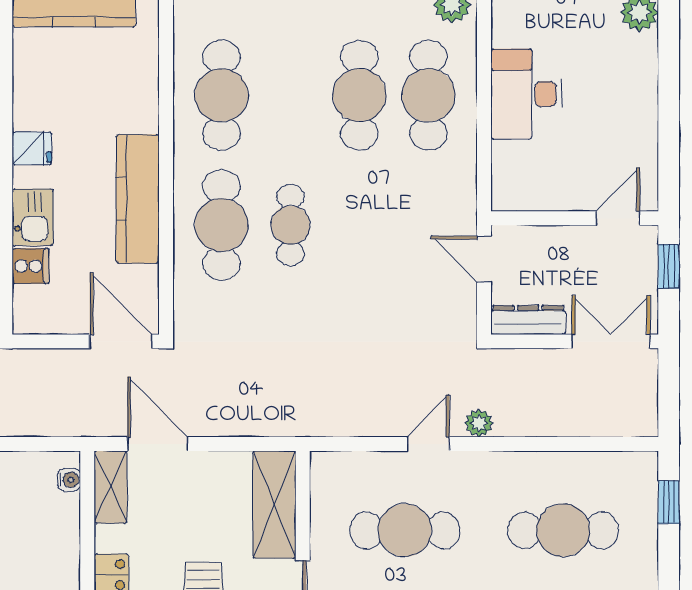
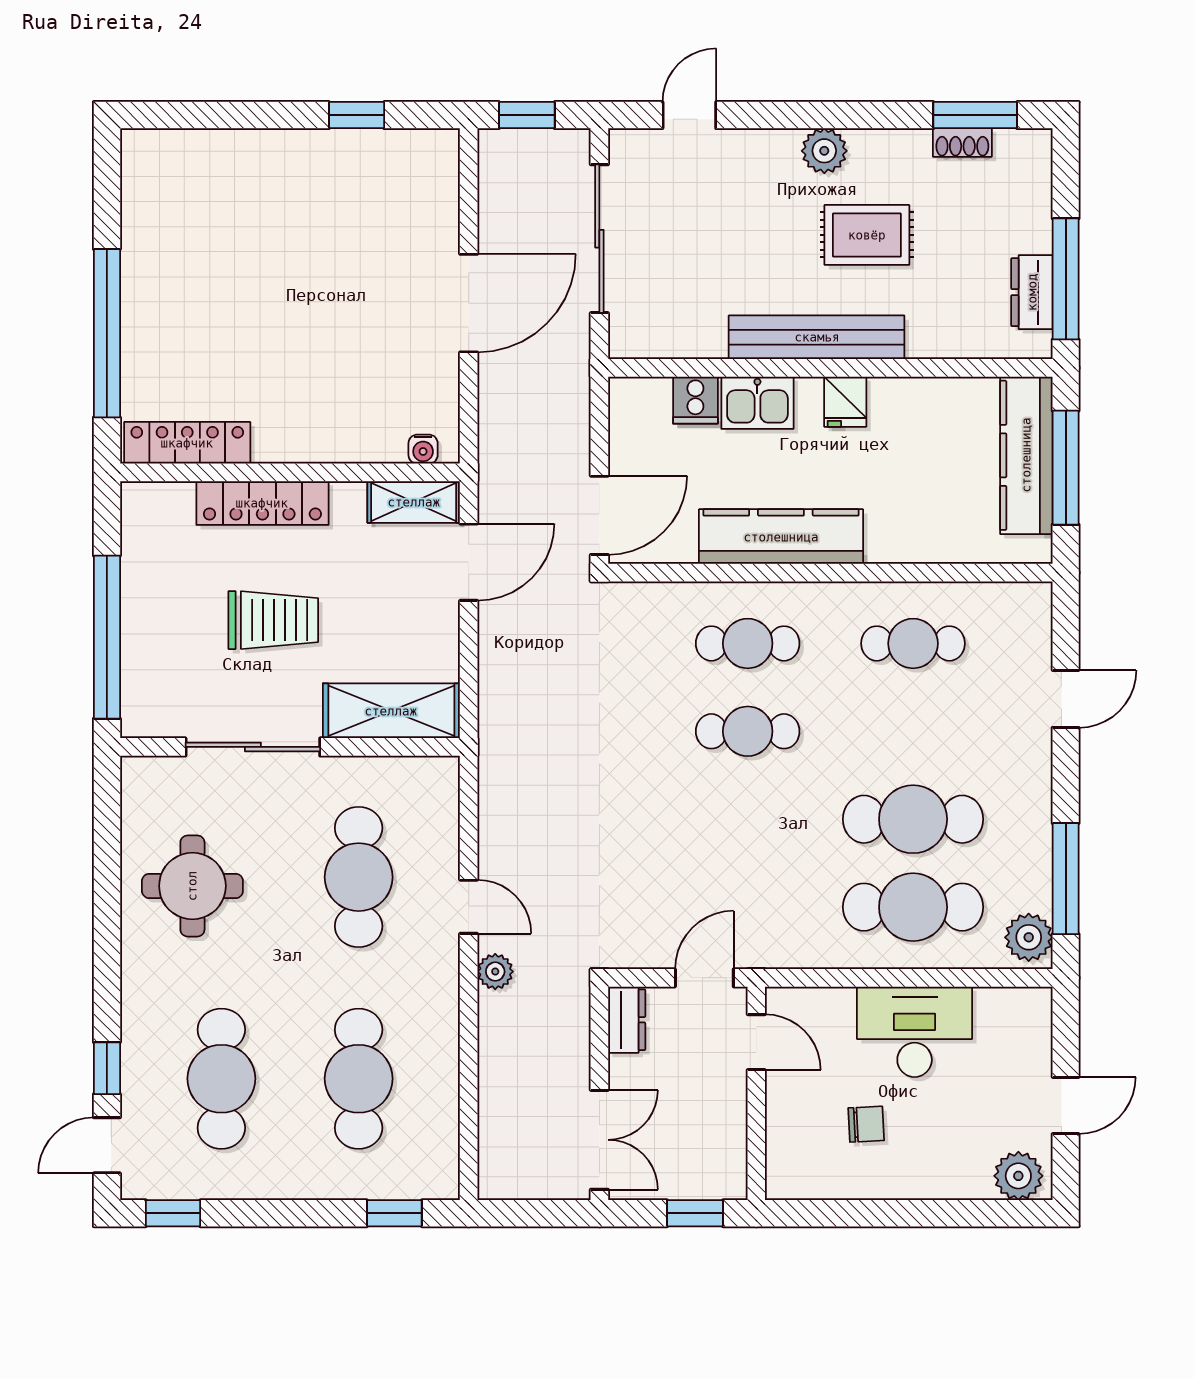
cafe table: (222, 95) -> (913, 643), width x0.73, depth x0.74
chair: (599, 132) -> (866, 1124), added
door: (618, 218) -> (756, 1042), moved
cafe table: (222, 225) -> (748, 643), width x0.73, depth x0.74
dresser: (528, 320) -> (627, 1020), width x0.70

